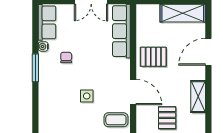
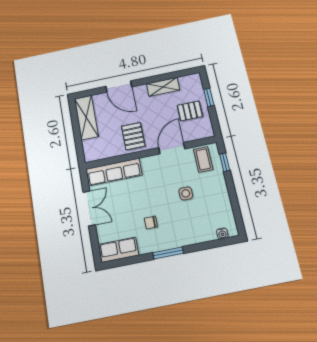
water cooler: (43, 46) -> (222, 233), moved

